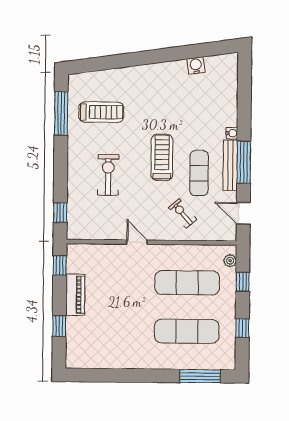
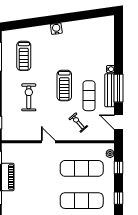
water cooler: (196, 66) -> (56, 29), moved
treadmill: (101, 112) -> (24, 56), turned 90
treadmill: (162, 157) -> (64, 86), turned 180

